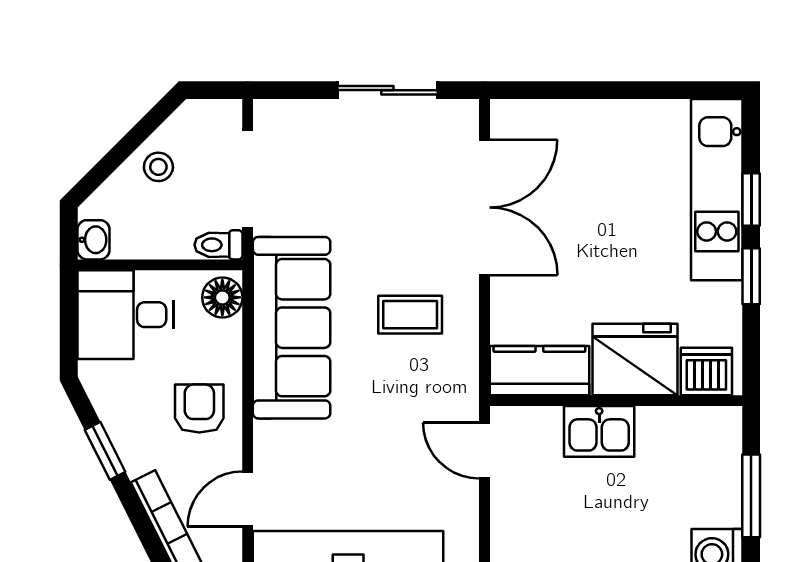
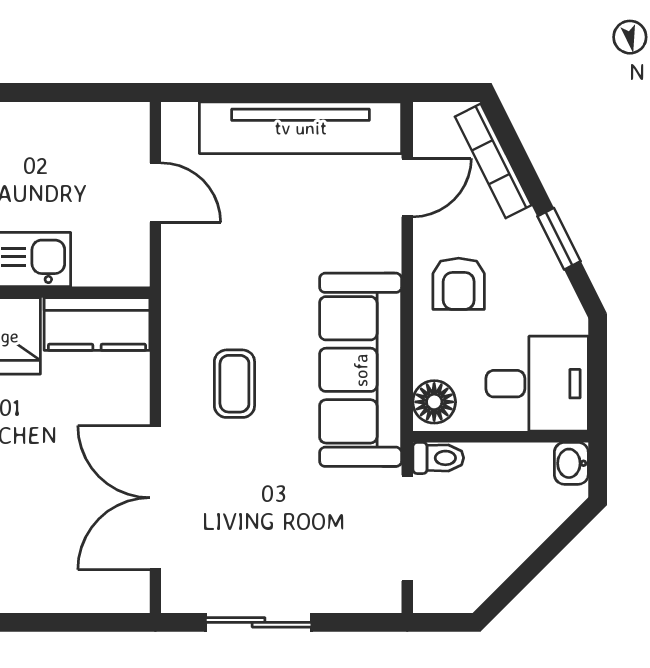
stool: (158, 167) -> (502, 541), removed
coffee table: (410, 315) -> (234, 384), turned 90
door: (484, 451) -> (155, 193), moved

